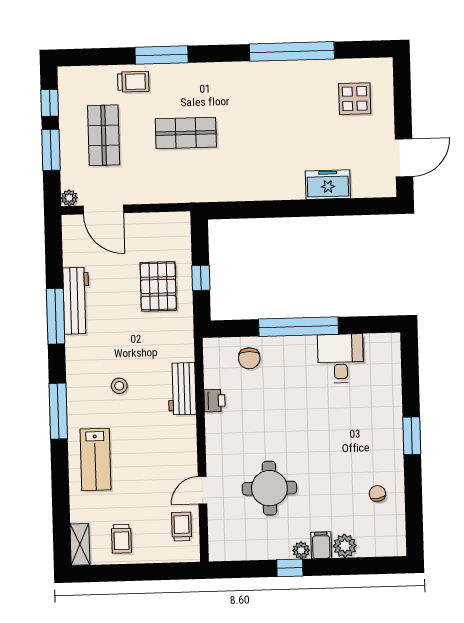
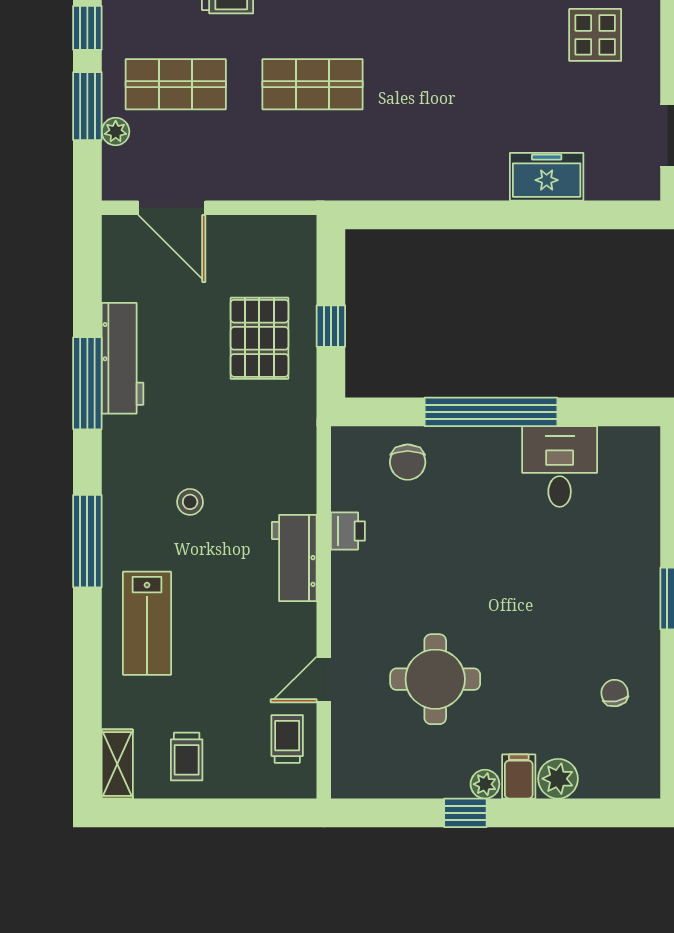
shop shelf: (104, 135) -> (176, 84), turned 90
plant: (69, 198) -> (116, 132), moved
workbench: (182, 389) -> (294, 558), moved

